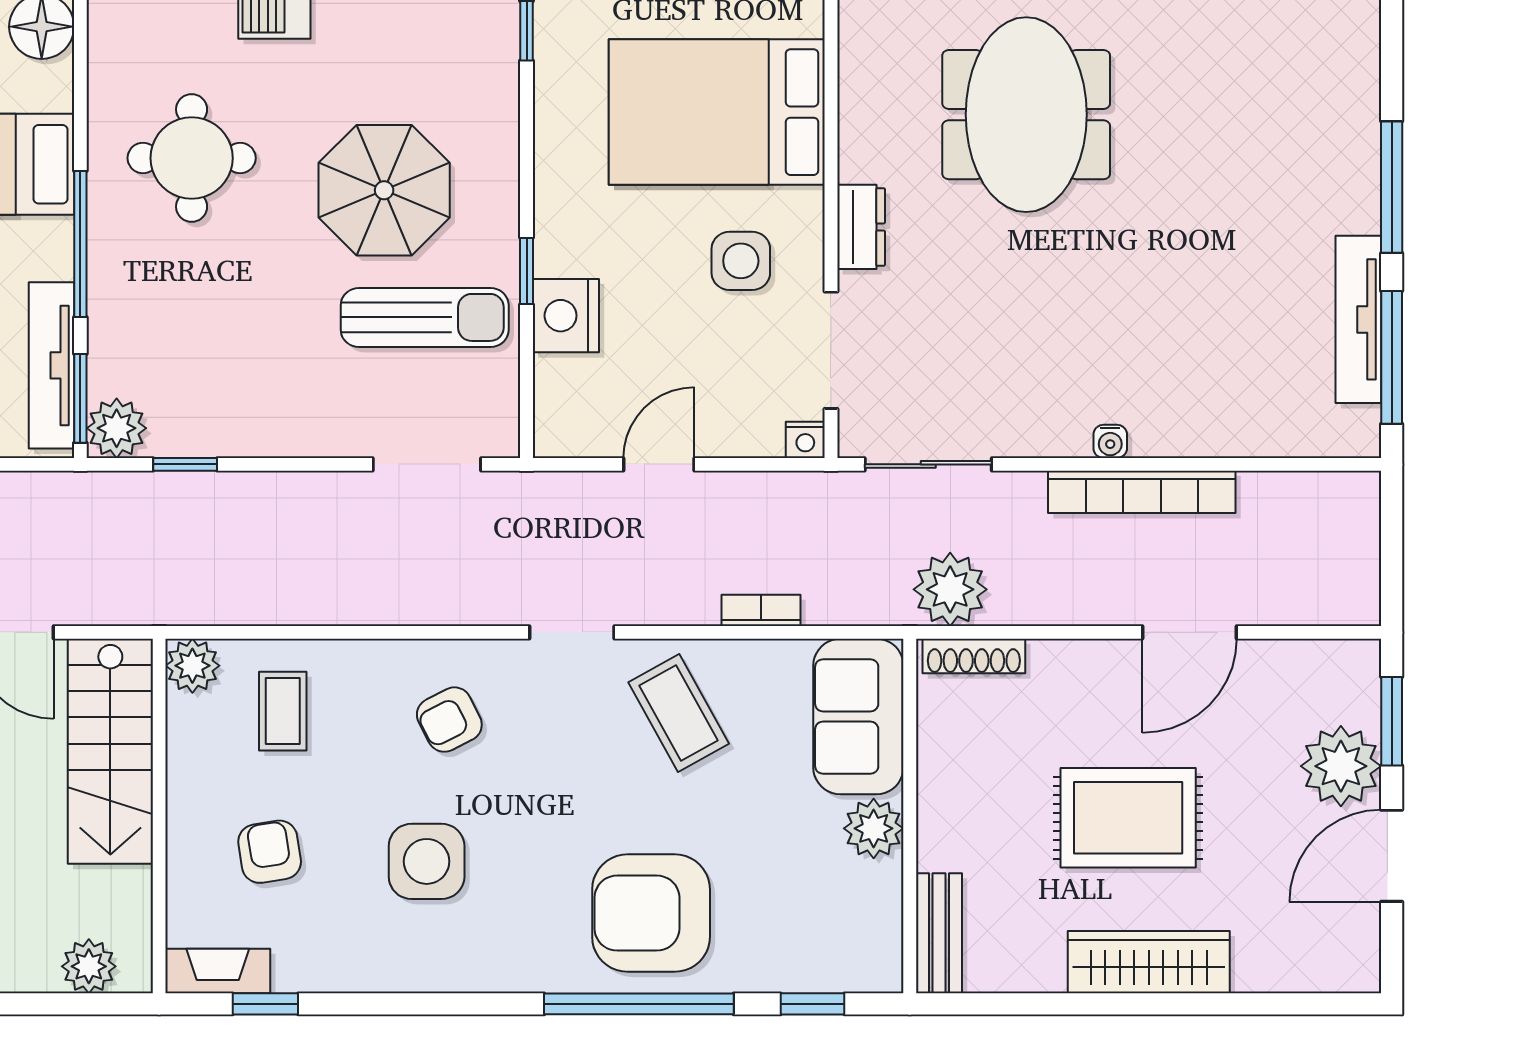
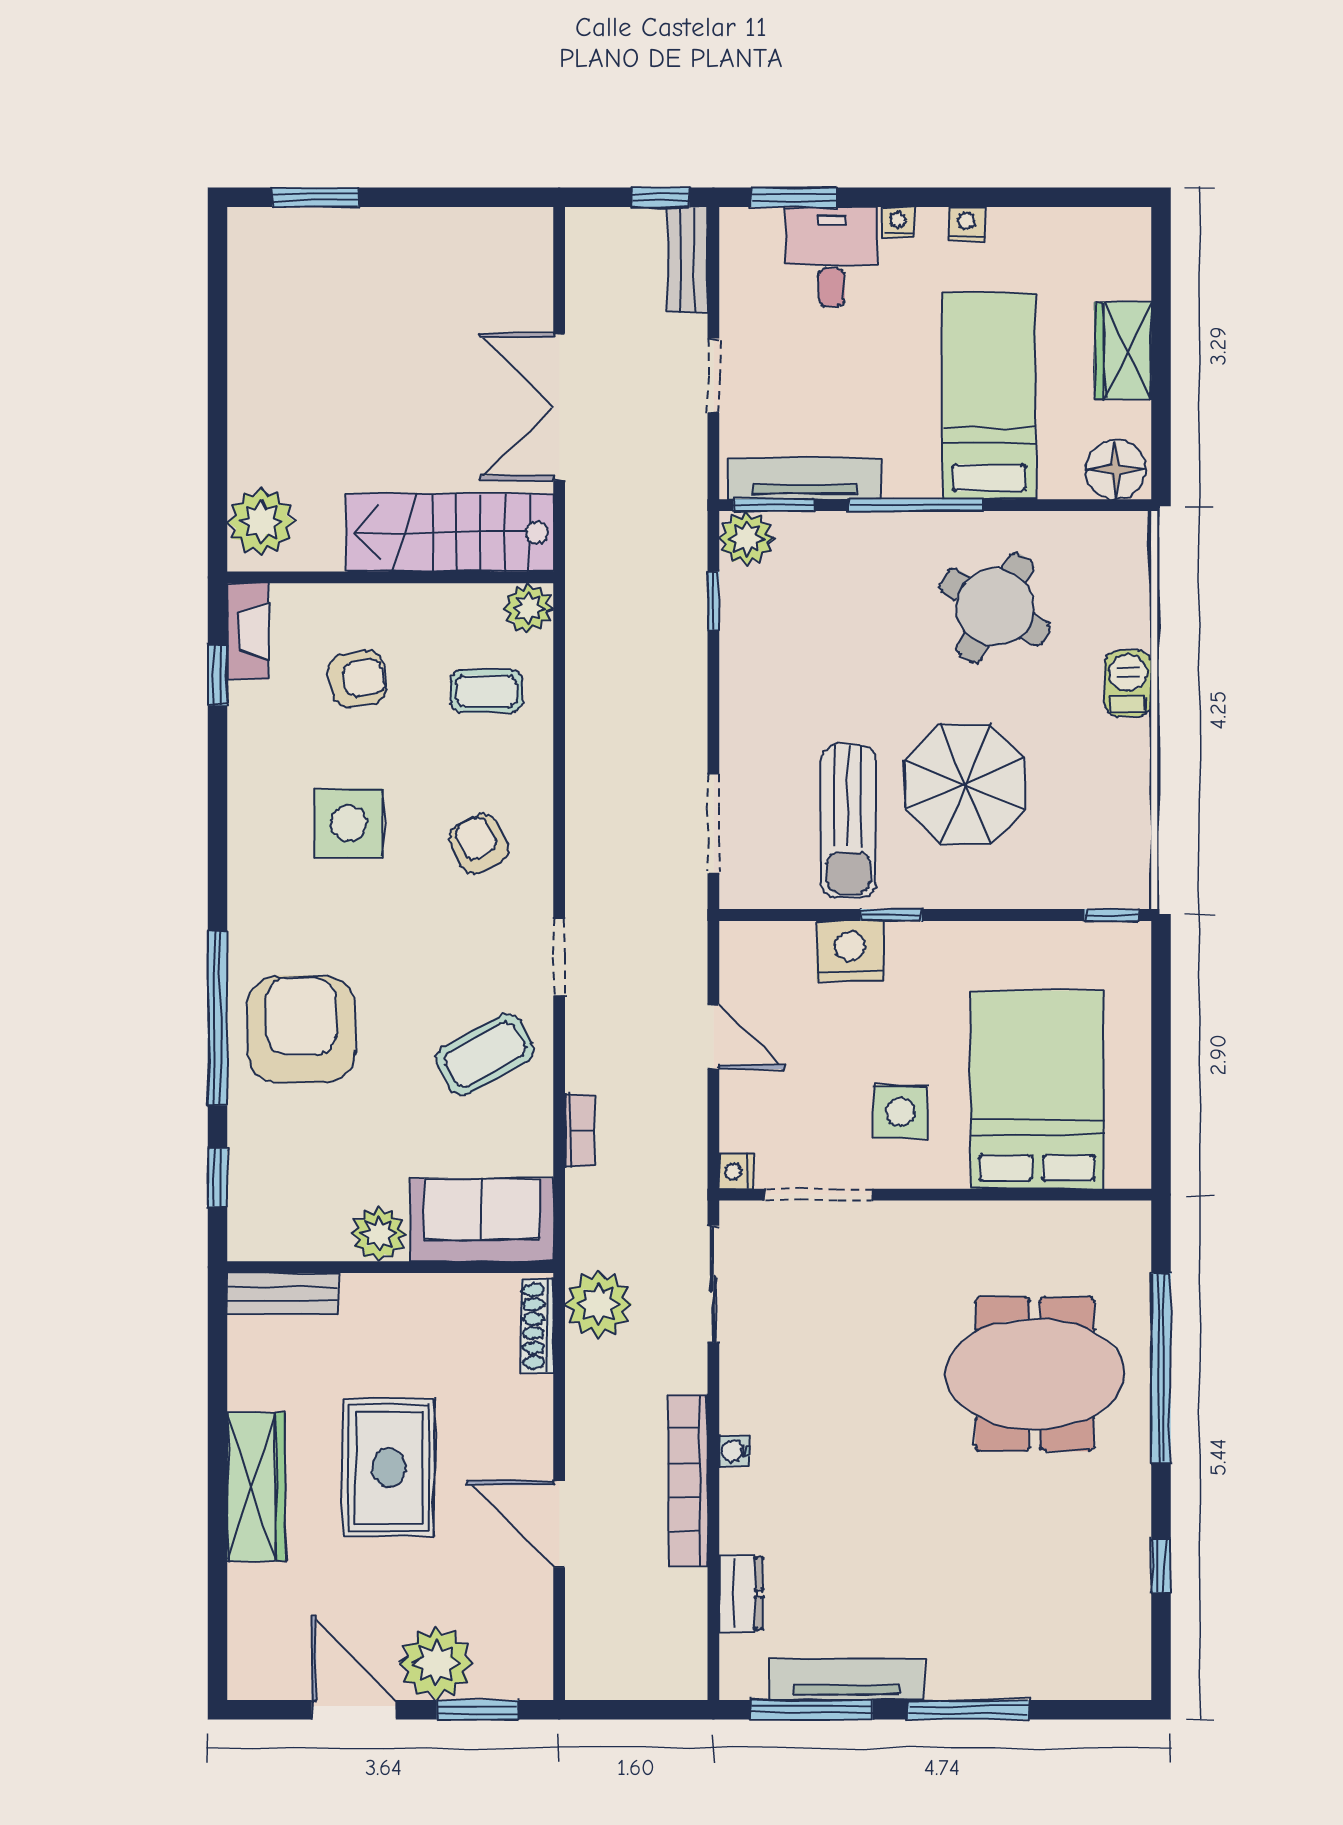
round table: (192, 158) -> (995, 607), turned 30
dresser: (861, 227) -> (741, 1593), moved, turned -90
plant: (89, 966) -> (261, 522), width x1.36, depth x1.36

